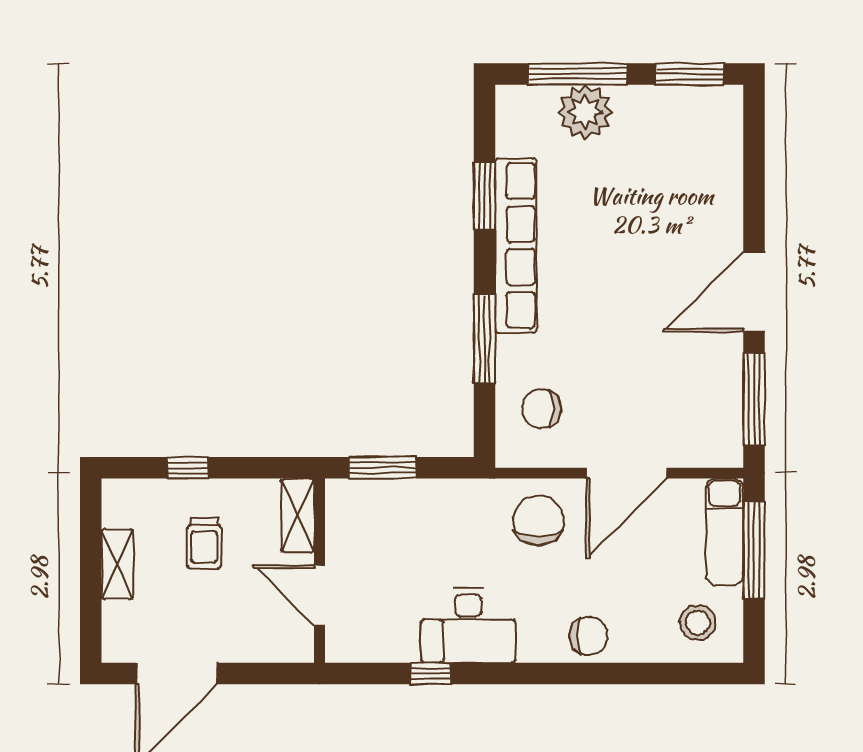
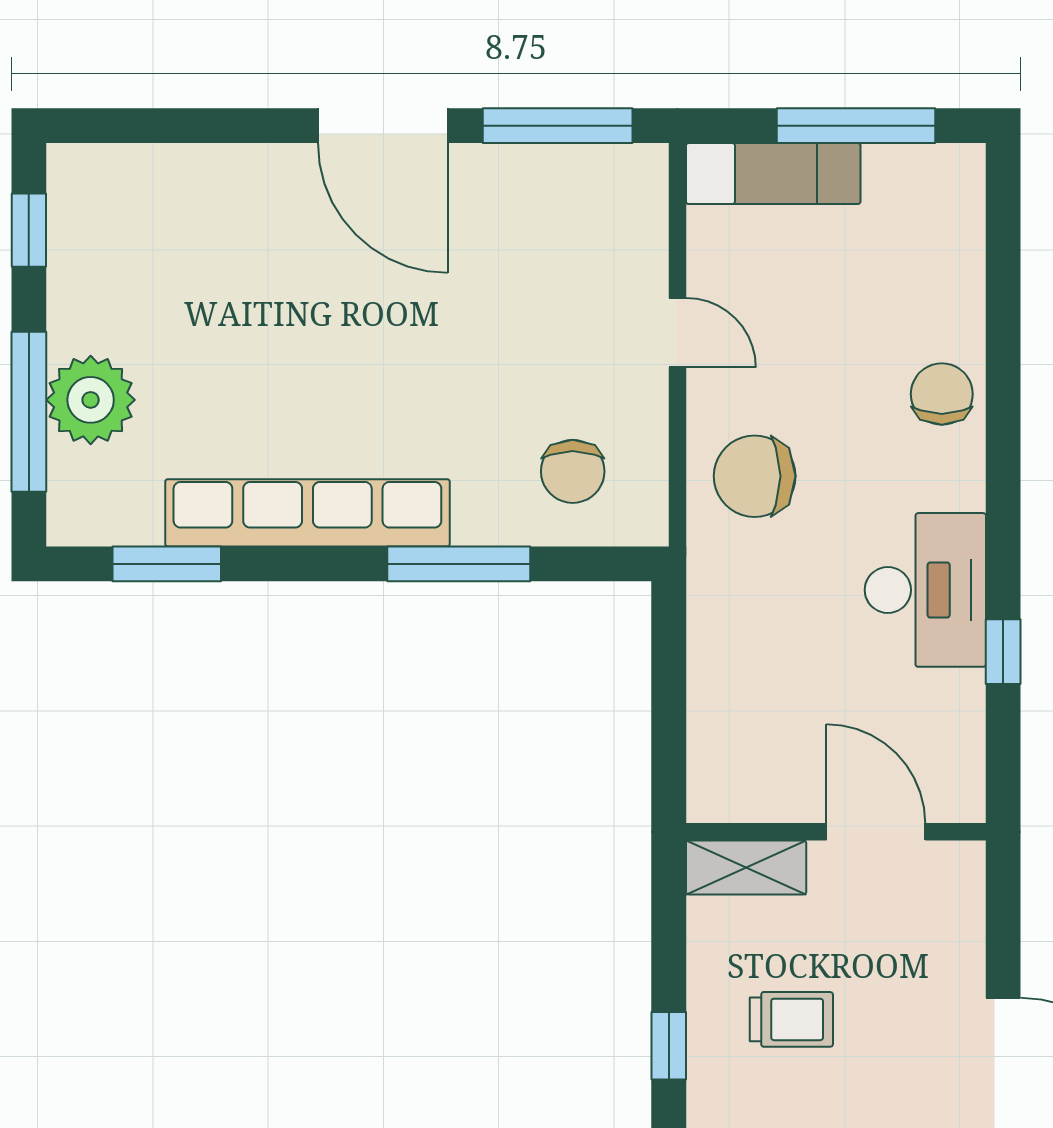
window: (690, 74) -> (29, 230), width x0.67
window: (484, 196) -> (167, 564), moved
window: (383, 468) -> (669, 729), removed
door: (627, 473) -> (677, 333), width x0.53
window: (754, 550) -> (856, 126), moved
door: (319, 595) -> (876, 832), swing flipped
stool: (698, 623) -> (920, 217), removed

